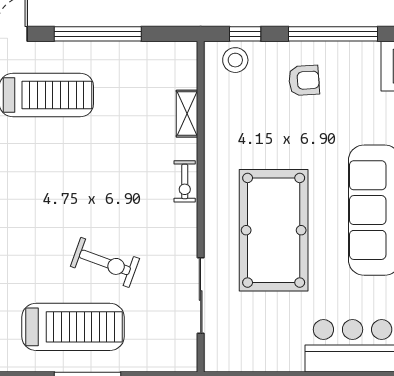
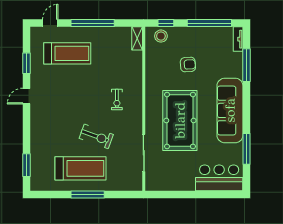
armchair: (304, 80) -> (188, 65), moved
shelving: (187, 114) -> (137, 38), moved
exercise bike: (185, 181) -> (117, 99), moved

